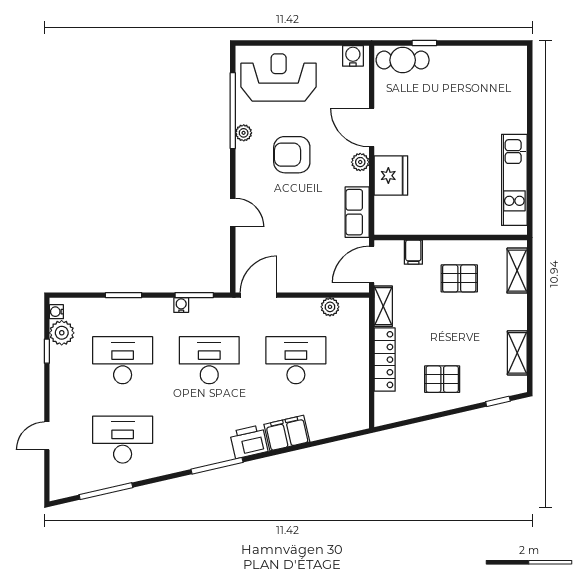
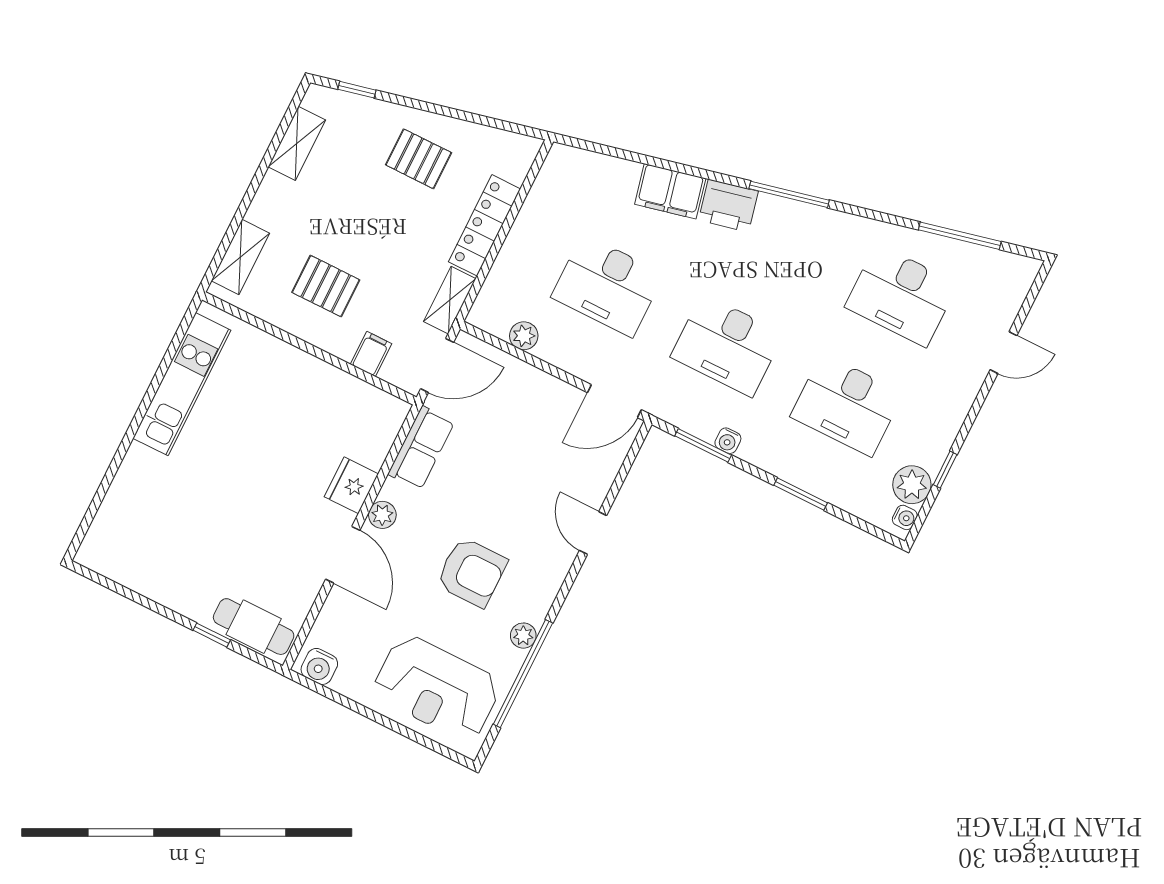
fridge: (391, 176) -> (351, 485), width x0.73, depth x0.75

